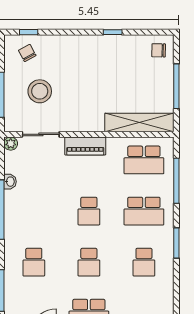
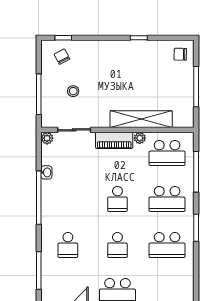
stool: (40, 91) -> (73, 91), width x0.53, depth x0.53
shelving: (139, 122) -> (141, 119), moved
plant: (114, 143) -> (140, 138), added
school desk: (144, 262) -> (167, 245), width x1.85

